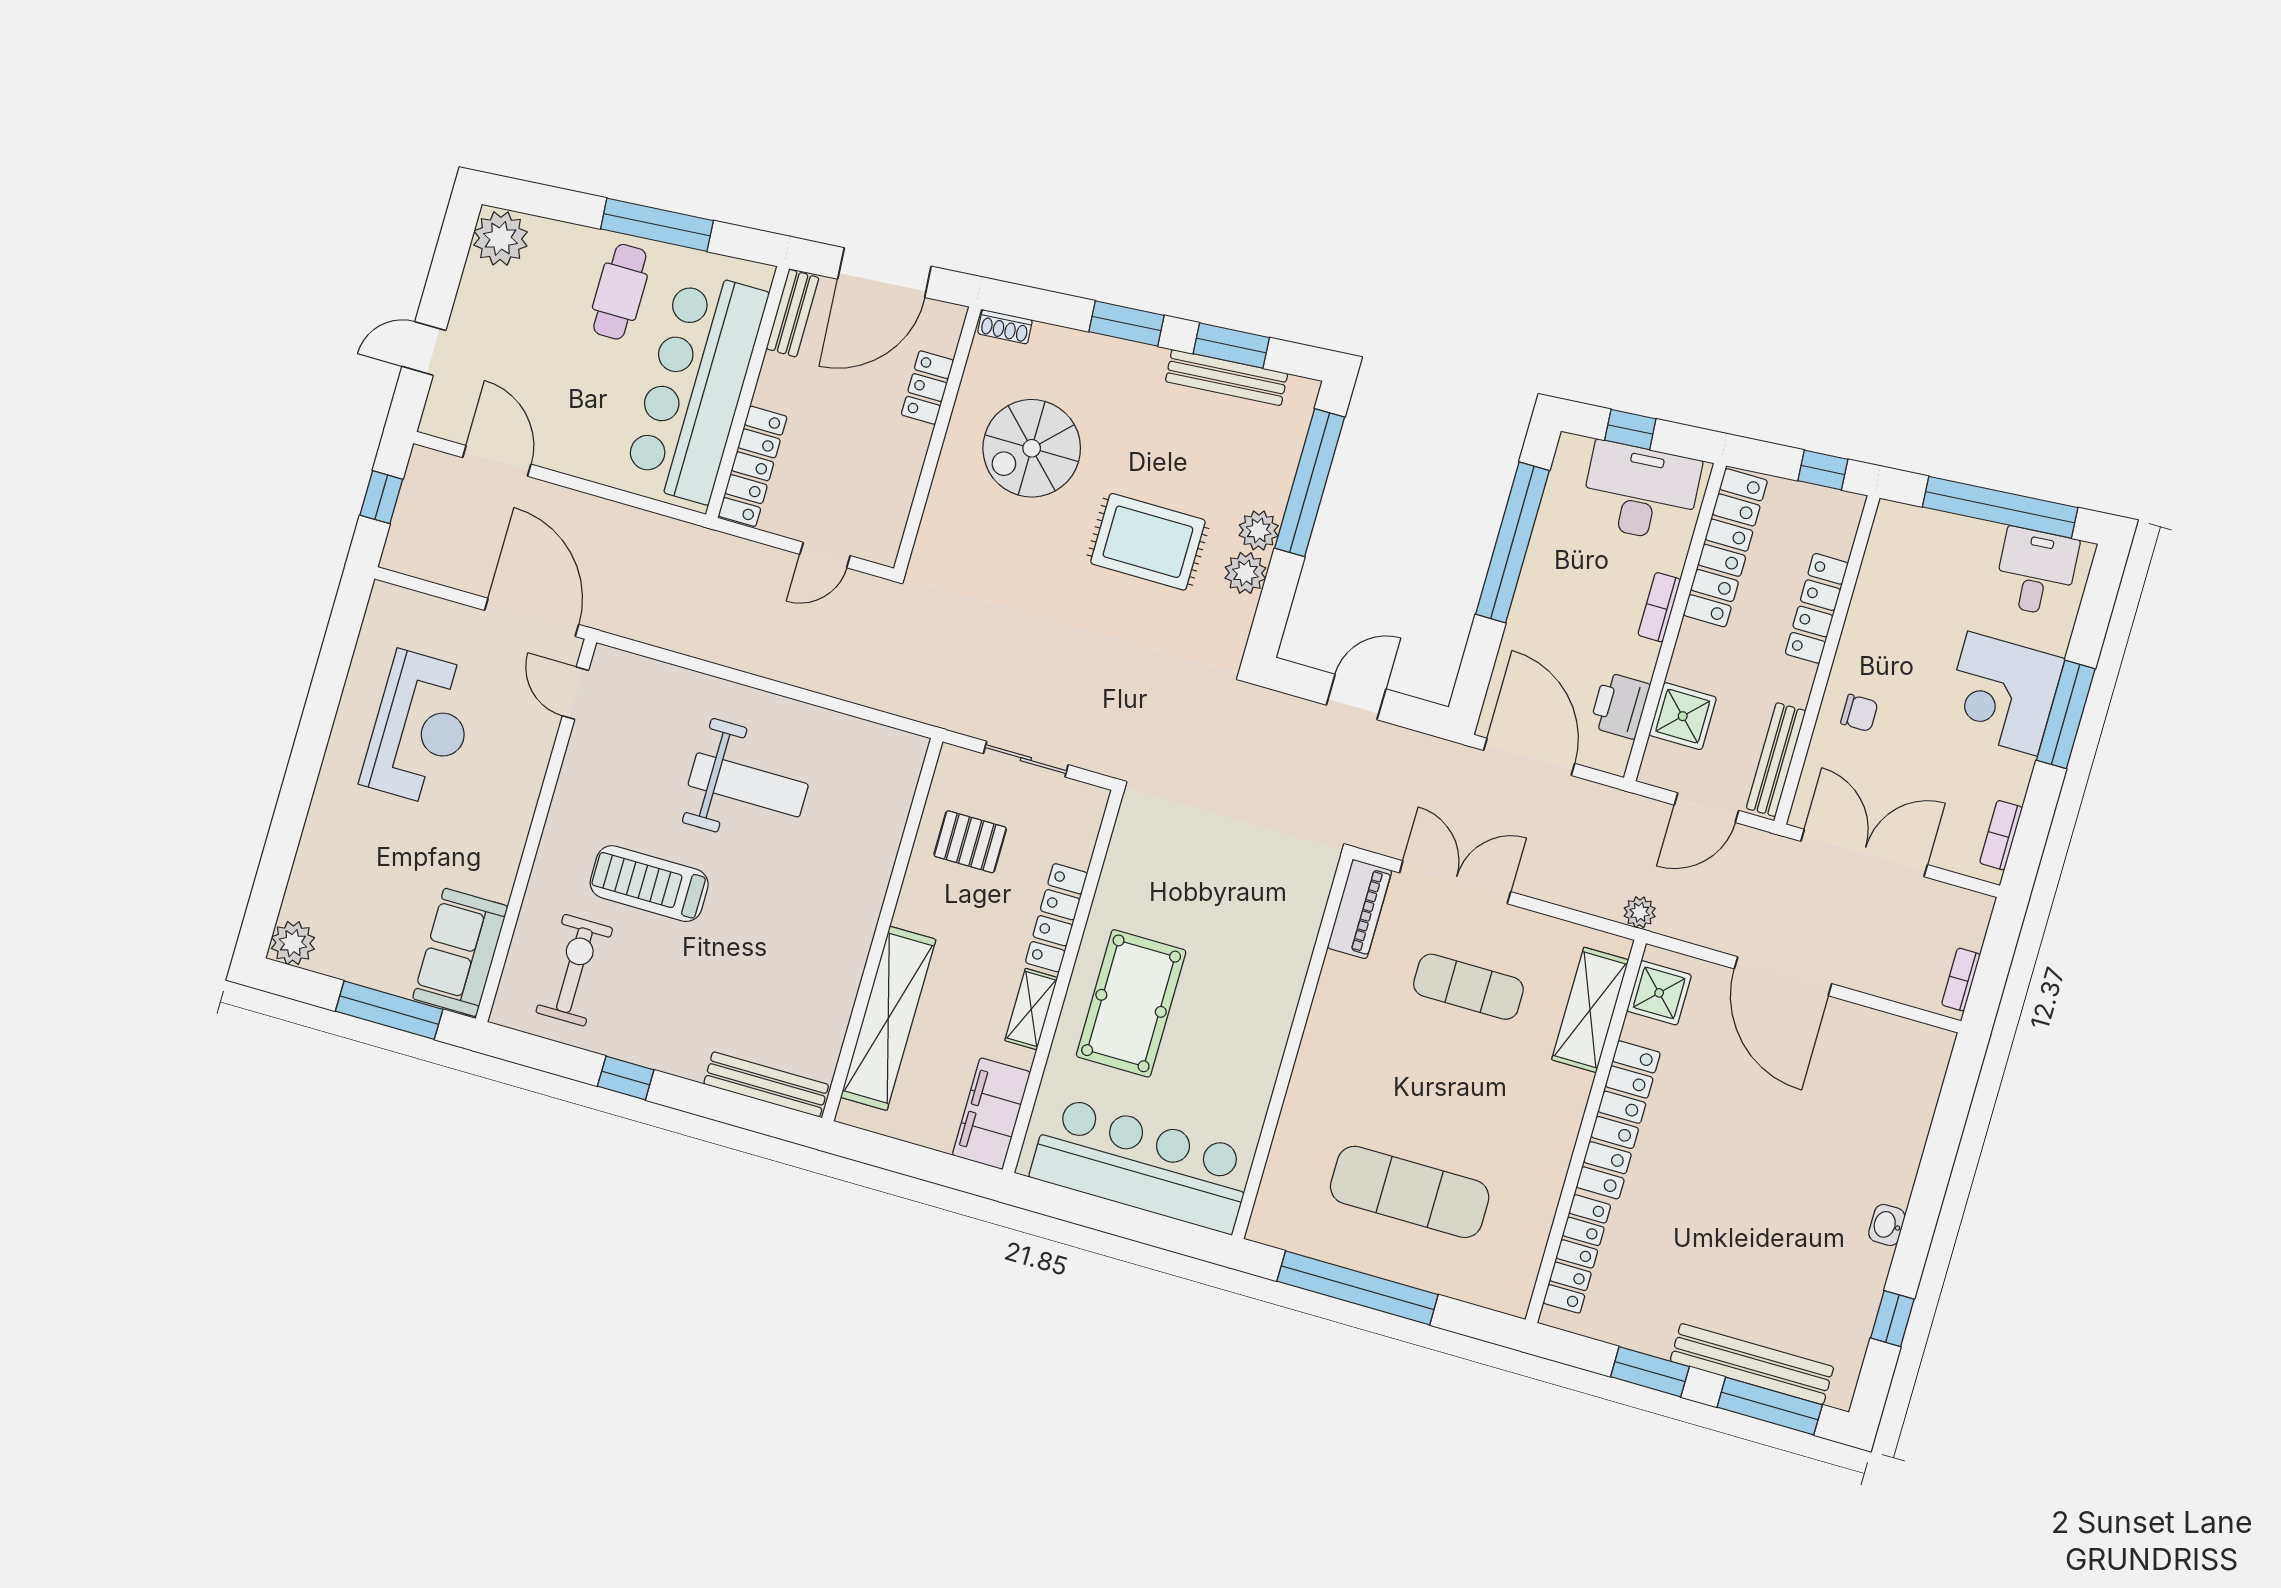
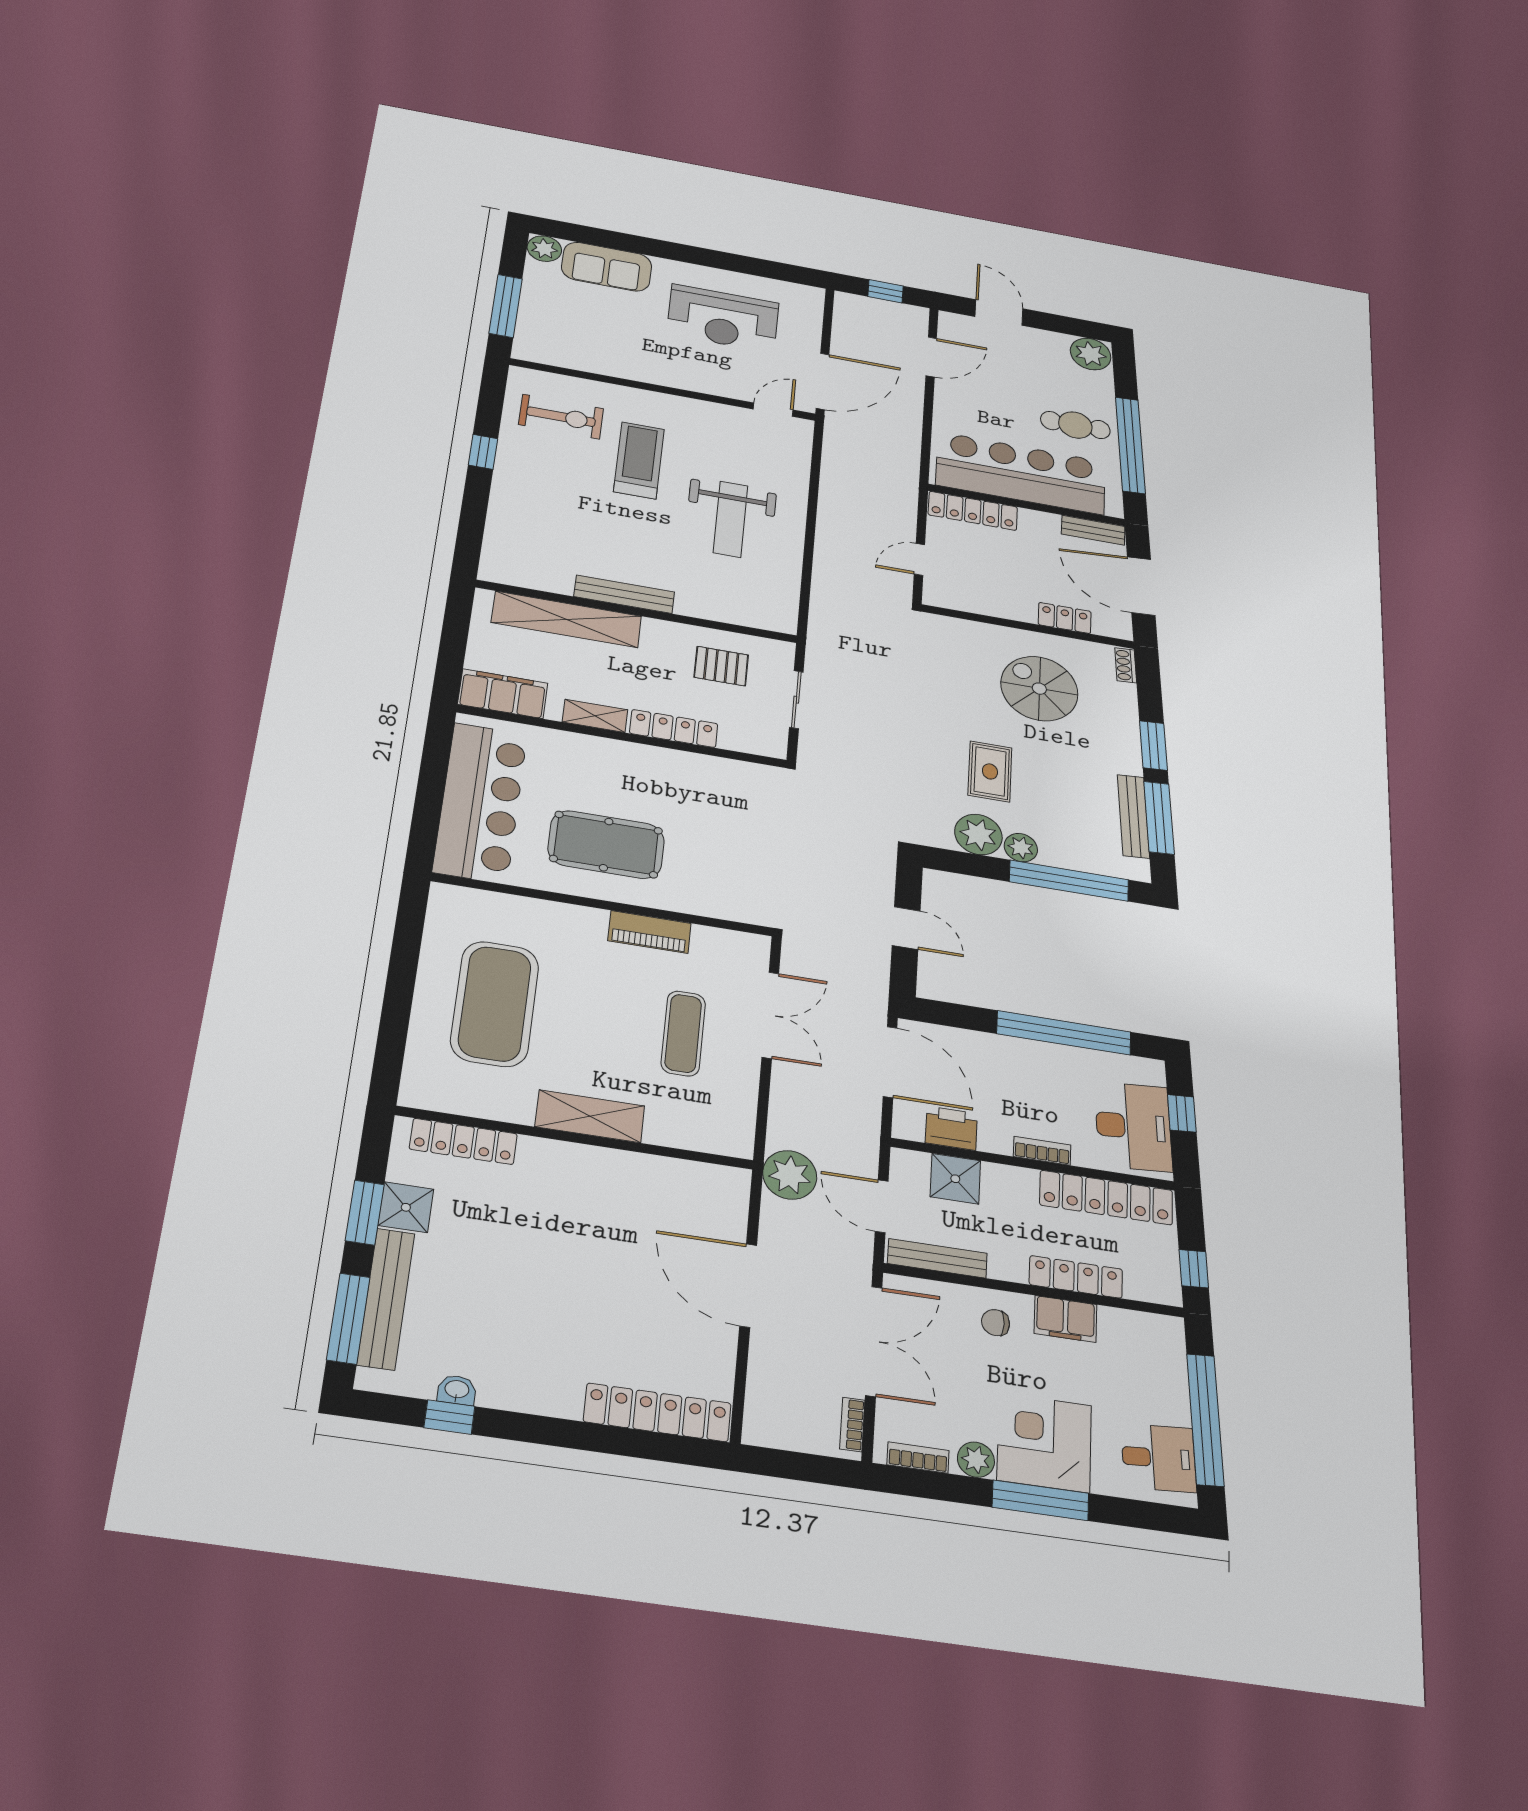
window: (657, 225) -> (1130, 445), width x1.46
window: (1231, 346) -> (1159, 818), width x1.44
door: (424, 348) -> (999, 313), width x1.38
rug: (1148, 542) -> (990, 771), width x0.73, depth x0.70
door: (825, 555) -> (919, 559), hinge flipped
plant: (1245, 573) -> (978, 834), width x1.36, depth x1.36
filing cabinet: (1865, 633) -> (1065, 1319), added
chair: (1859, 713) -> (996, 1323), turned 90
door: (1529, 757) -> (890, 1062), hinge flipped
plant: (2012, 773) -> (976, 1460), added
pallet: (970, 842) -> (721, 666), turned 90
piano: (1360, 909) -> (649, 932), moved
plant: (1640, 912) -> (790, 1175), width x1.88, depth x1.88
sofa: (460, 952) -> (607, 267), moved, turned 180
door: (1783, 976) -> (748, 1285), hinge flipped
bookcase: (1961, 980) -> (852, 1424), moved, turned -90
shower: (1659, 993) -> (406, 1207), moved
pool table: (1131, 1003) -> (606, 845), moved
shelving: (1590, 1010) -> (590, 1116), moved
bench: (766, 1084) -> (624, 594), moved, turned 90
locker: (1618, 1120) -> (657, 1412), moved, turned 180
exercise mat: (1410, 1192) -> (495, 1004), width x1.47
washbasin: (1887, 1225) -> (457, 1390), moved
window: (1358, 1288) -> (402, 971), removed

